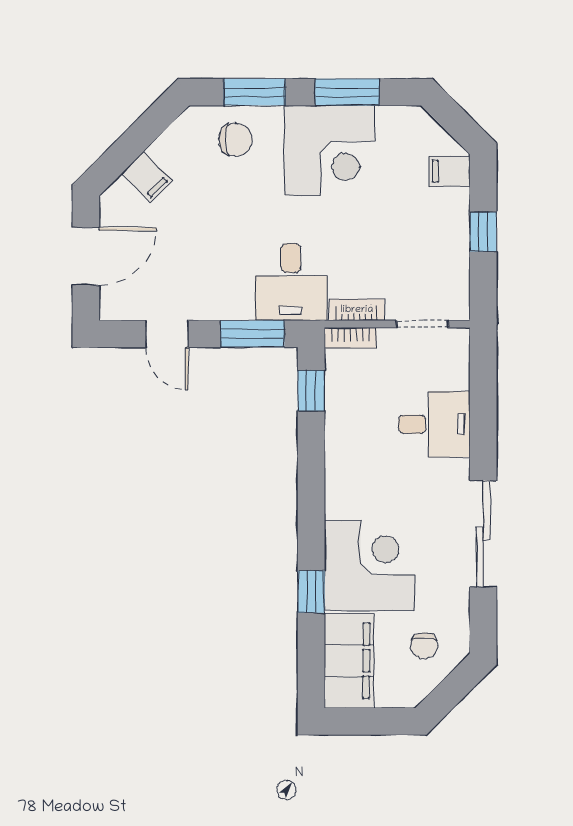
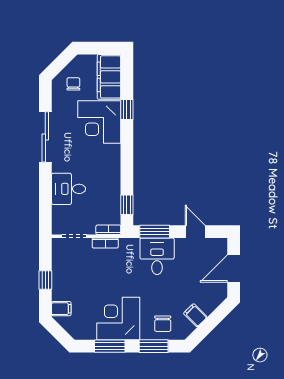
chair: (235, 140) -> (163, 324), turned -90
filing cabinet: (147, 177) -> (195, 315), moved
desk: (291, 282) -> (157, 256), moved

